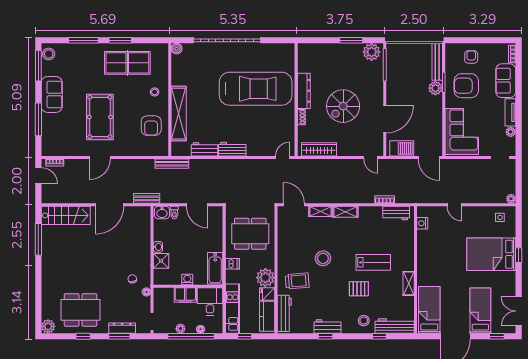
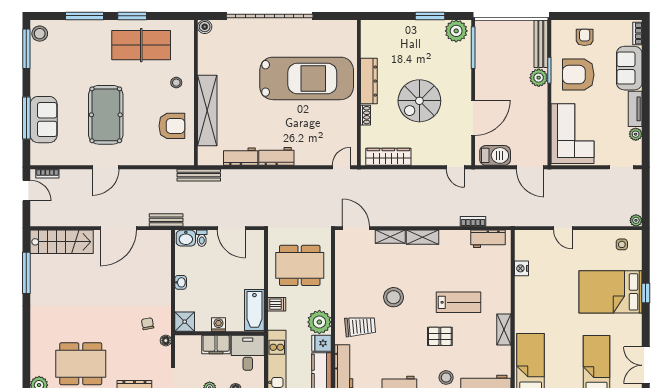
sofa: (52, 94) -> (44, 120), moved
armchair: (151, 126) -> (172, 126), turned -90
nightstand: (422, 223) -> (522, 268), moved
shower: (161, 261) -> (185, 322), moved

